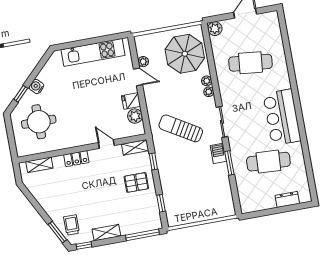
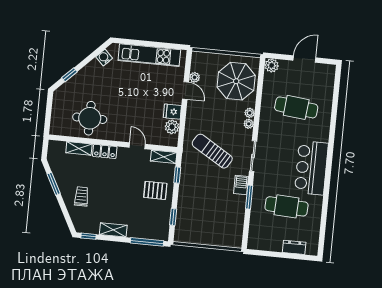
water cooler: (36, 86) -> (104, 58), moved
round table: (39, 122) -> (90, 118), moved
shelving: (39, 165) -> (79, 148), moved
trolley: (71, 225) -> (81, 196), moved
window: (57, 232) -> (54, 184), moved

